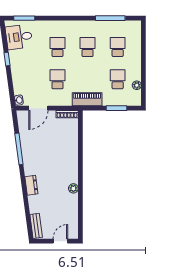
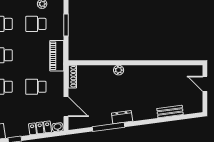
locker: (18, 83) -> (40, 128), added
dresser: (31, 185) -> (122, 117), moved
plant: (73, 188) -> (119, 70), moved
bench: (36, 226) -> (170, 111), moved

